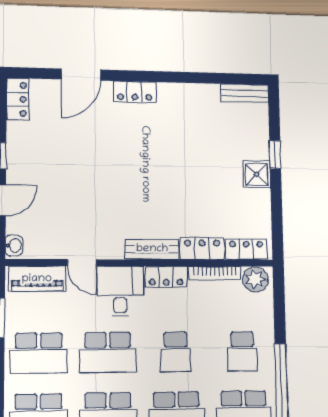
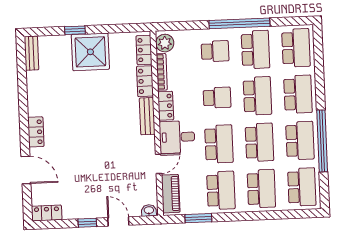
shower: (257, 174) -> (90, 52), width x1.86, depth x1.86

